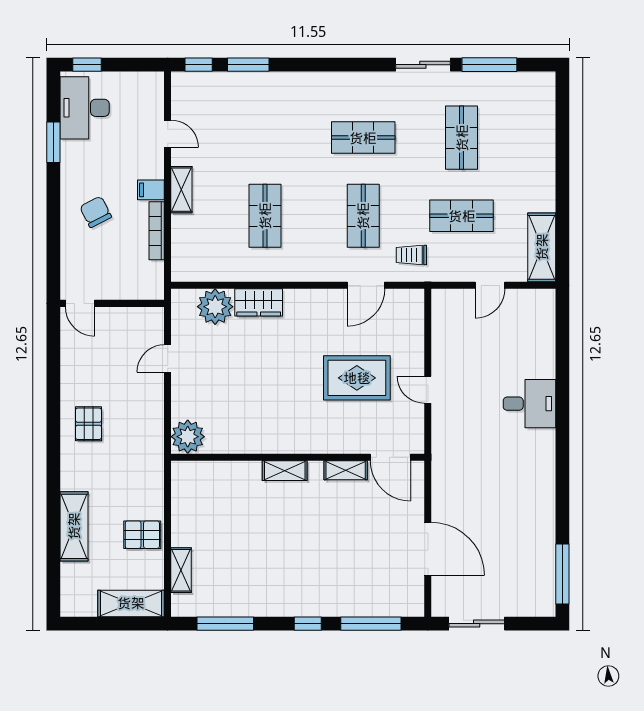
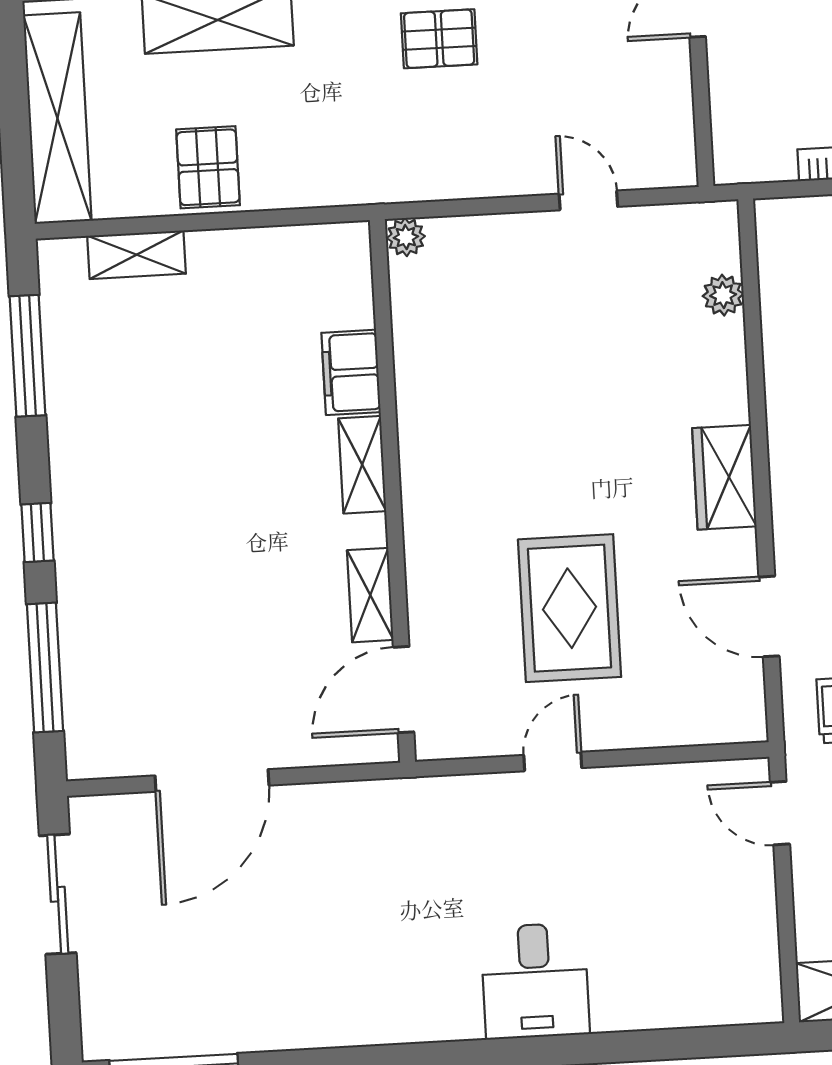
door: (490, 285) -> (780, 813), moved
wardrobe: (259, 302) -> (724, 477), moved
plant: (215, 307) -> (723, 295), width x0.53, depth x0.53
plant: (188, 437) -> (406, 237), width x0.53, depth x0.53
filing cabinet: (241, 473) -> (351, 372), added
shelving: (131, 603) -> (57, 118), width x1.47

